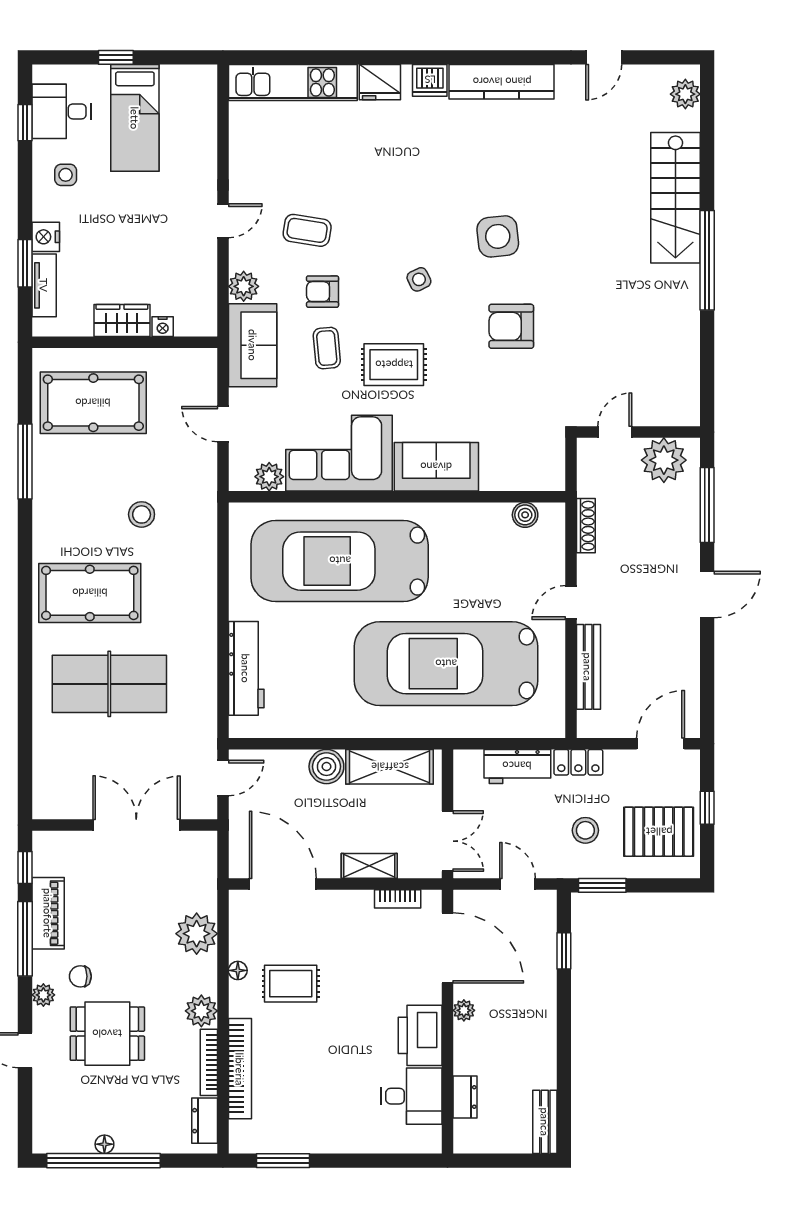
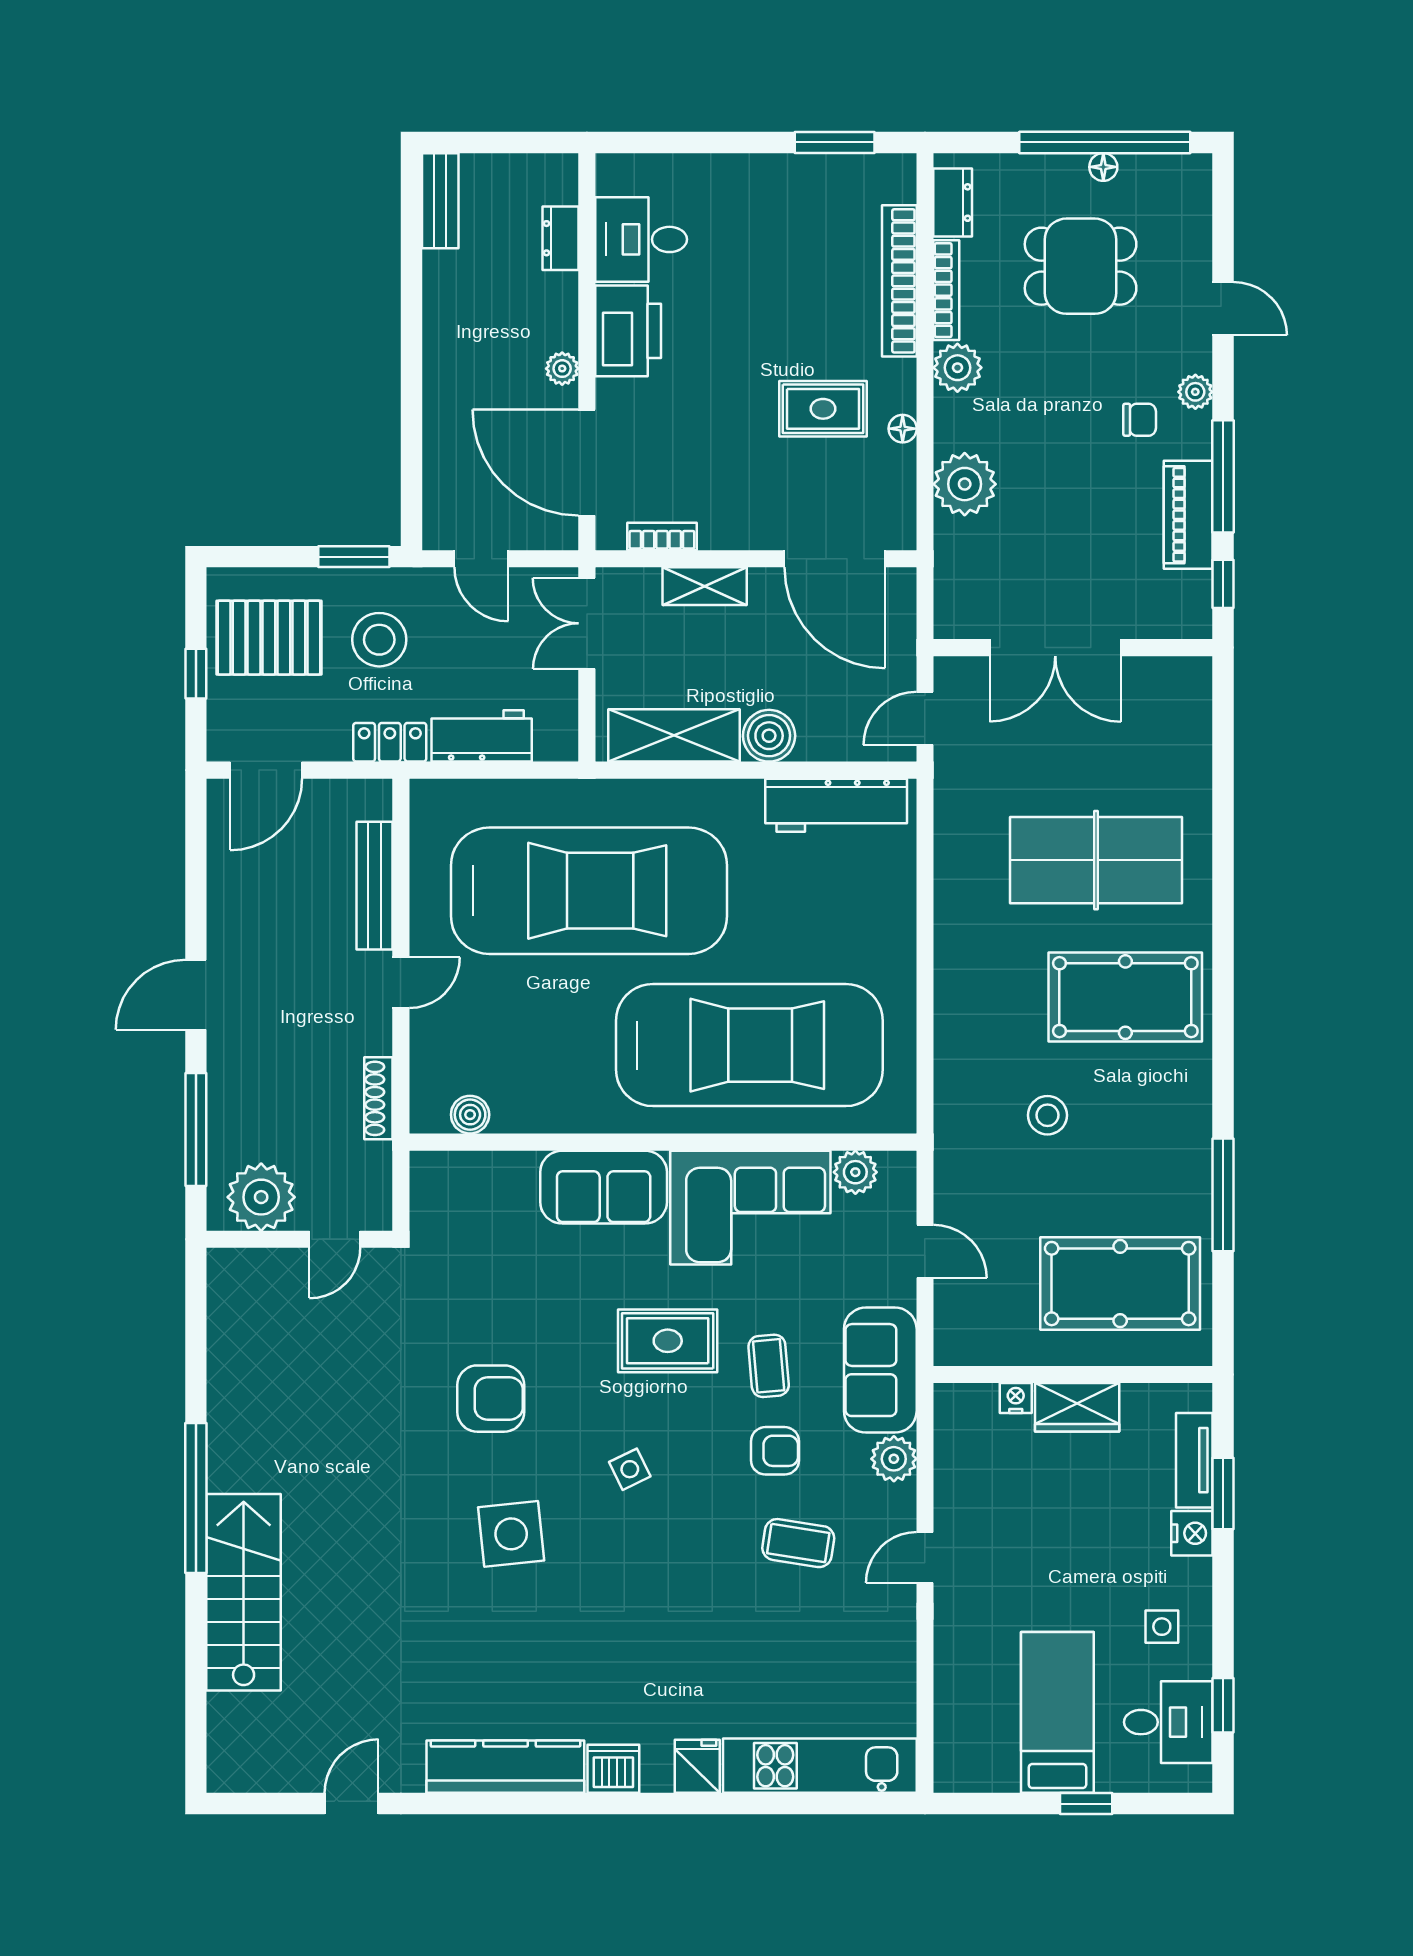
fridge: (380, 82) -> (697, 1766), width x0.72
plant: (685, 94) -> (229, 1748), removed
workbench: (246, 668) -> (836, 805), moved, turned -90
stool: (585, 830) -> (379, 640), width x1.38, depth x1.38
window: (564, 951) -> (411, 458), removed
dining table: (107, 1034) -> (1081, 266), moved

